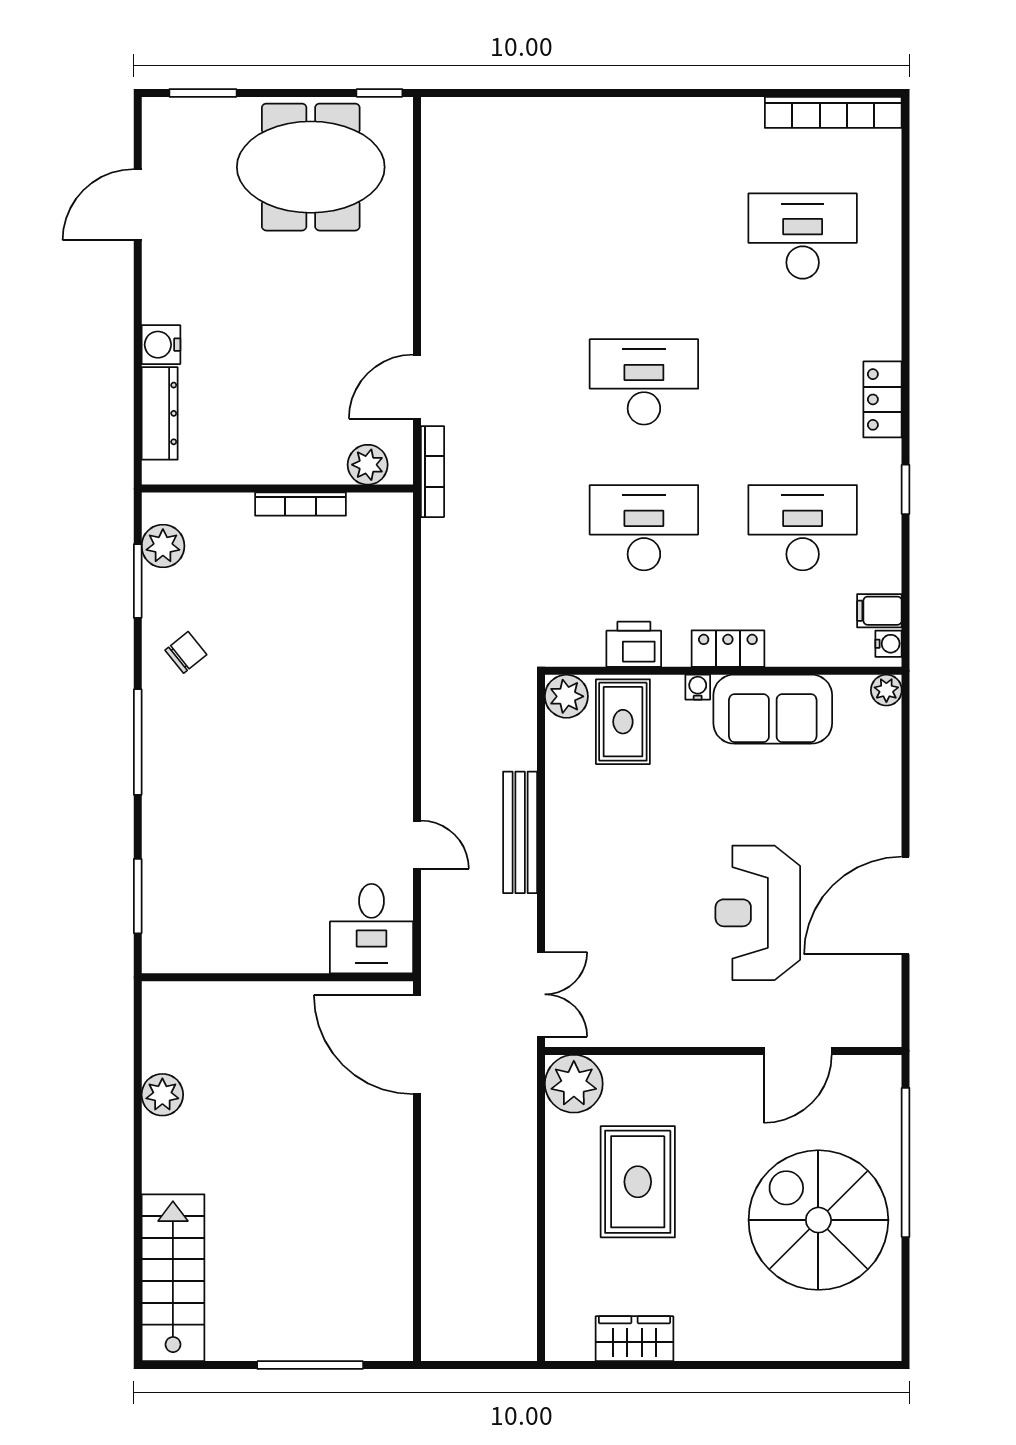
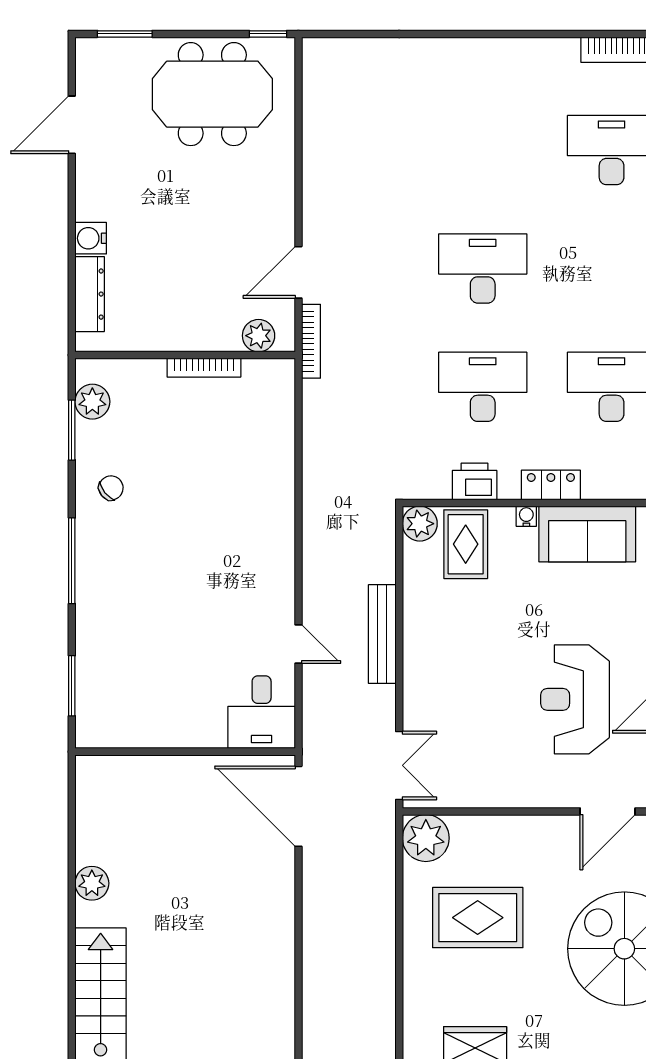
plant: (162, 1095) -> (92, 883), moved
rug: (638, 1182) -> (478, 918), turned 90

